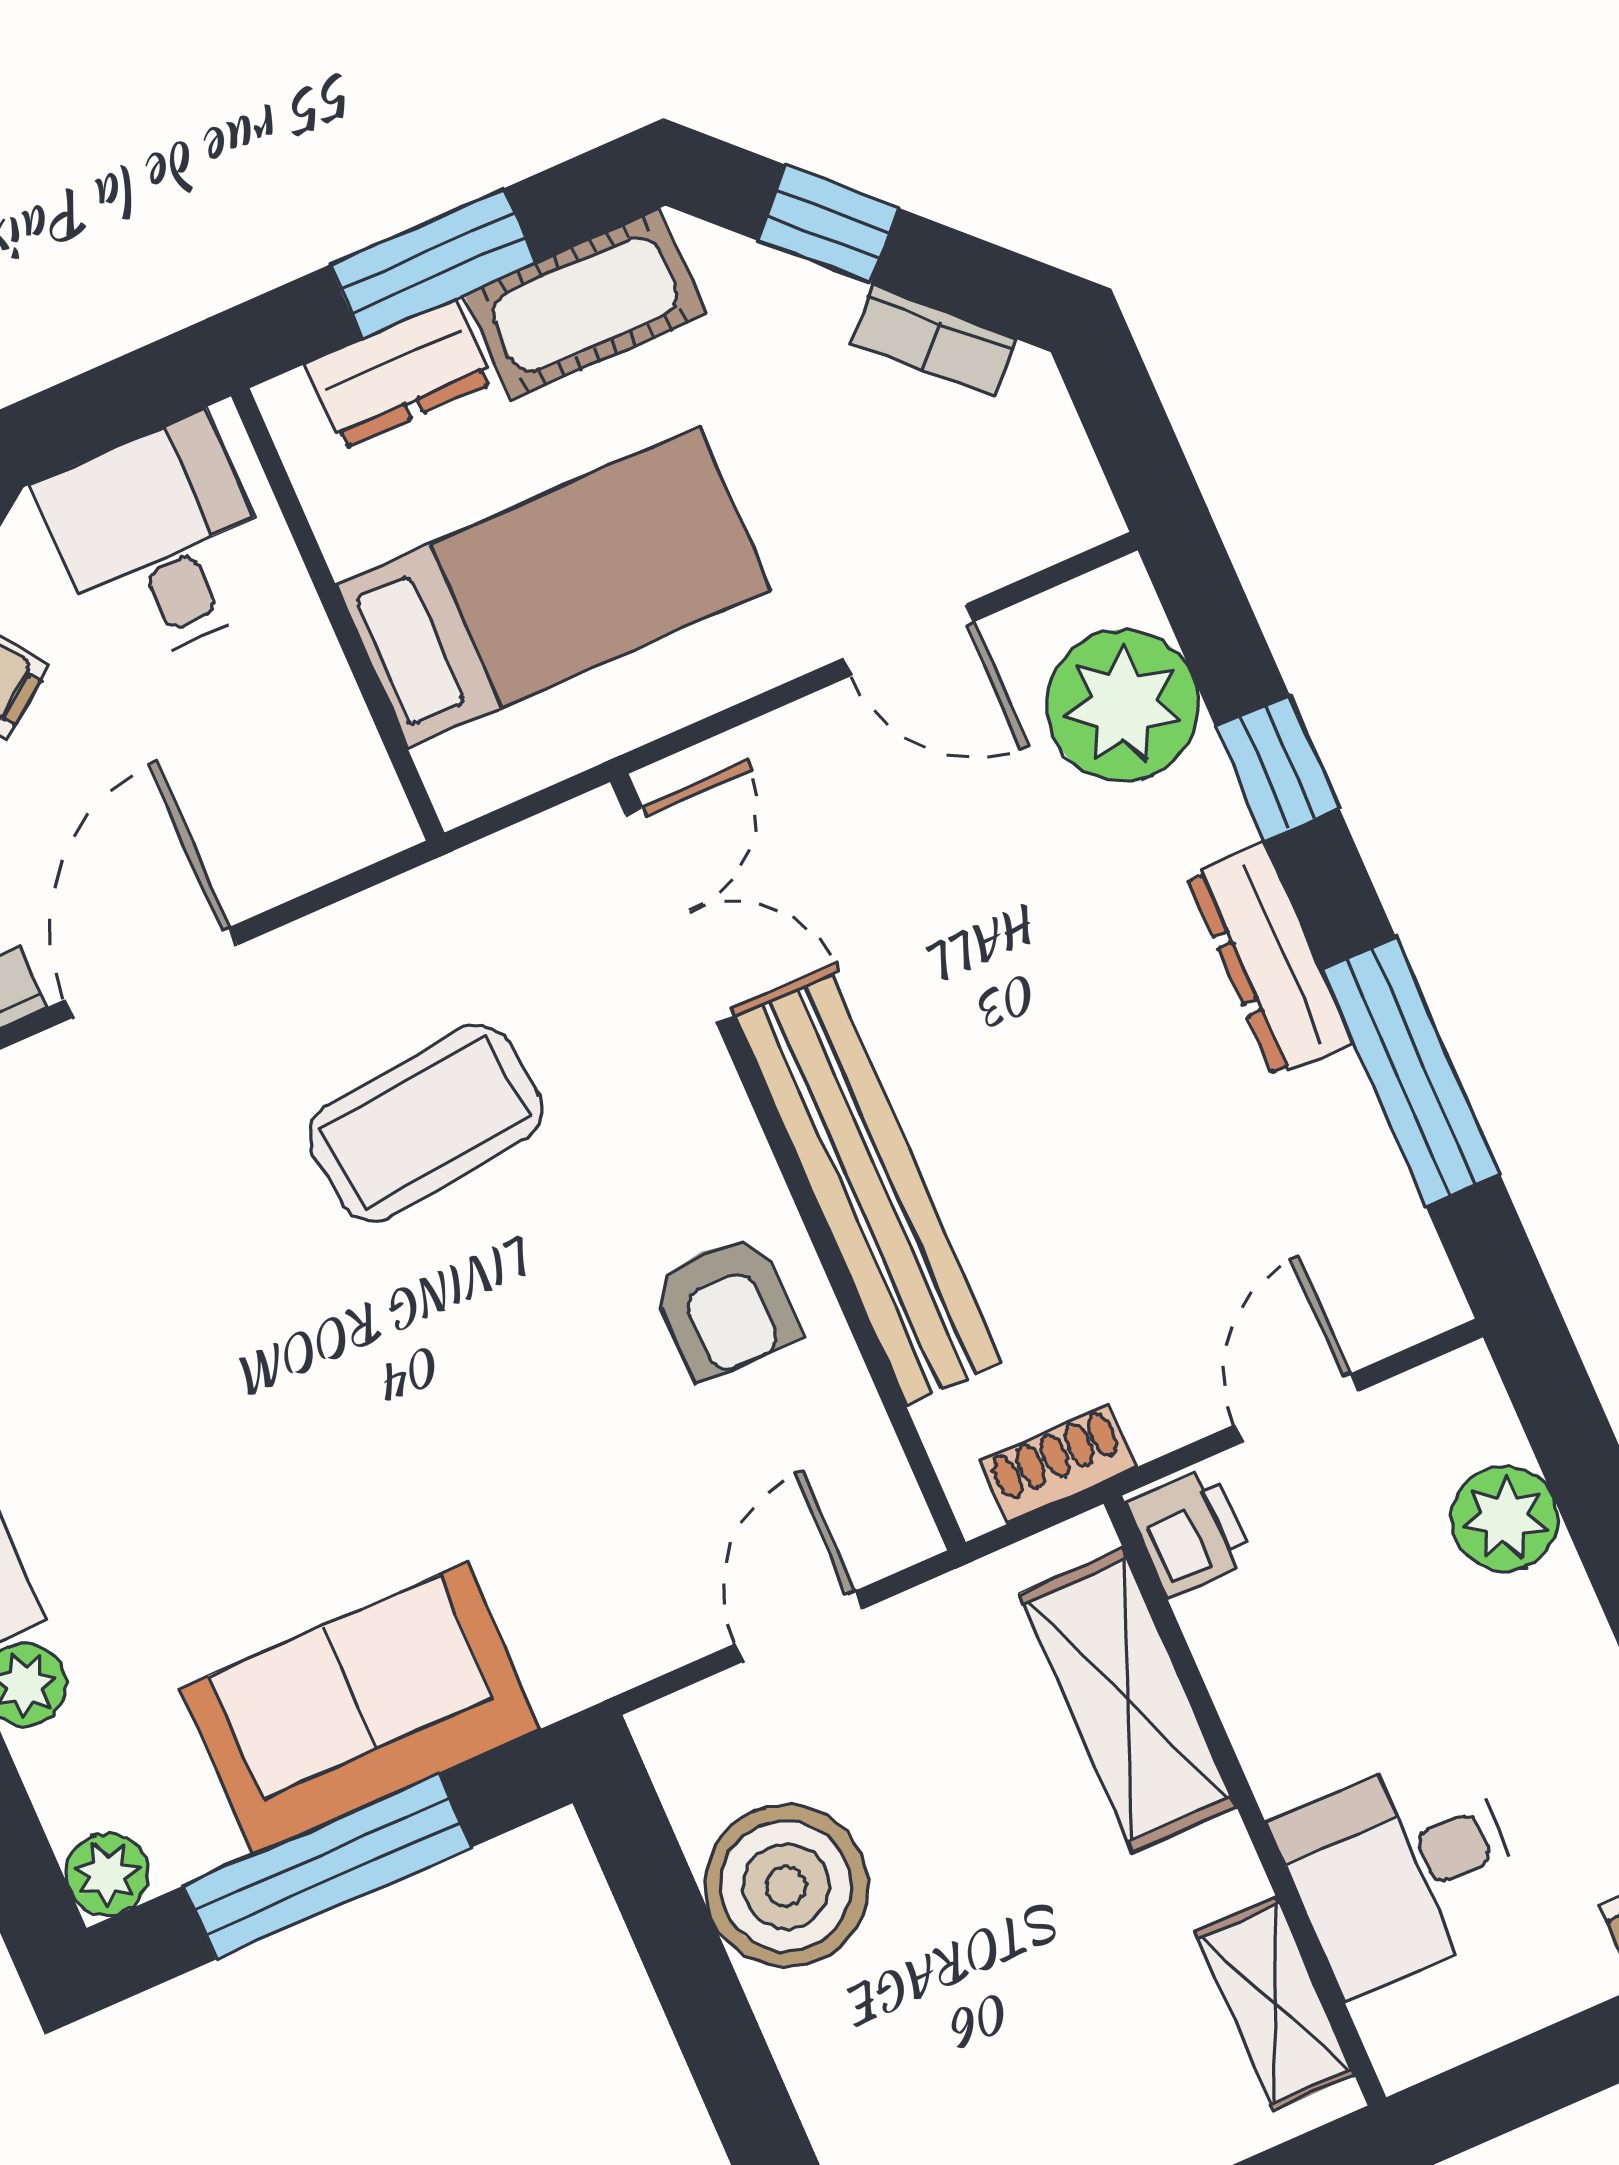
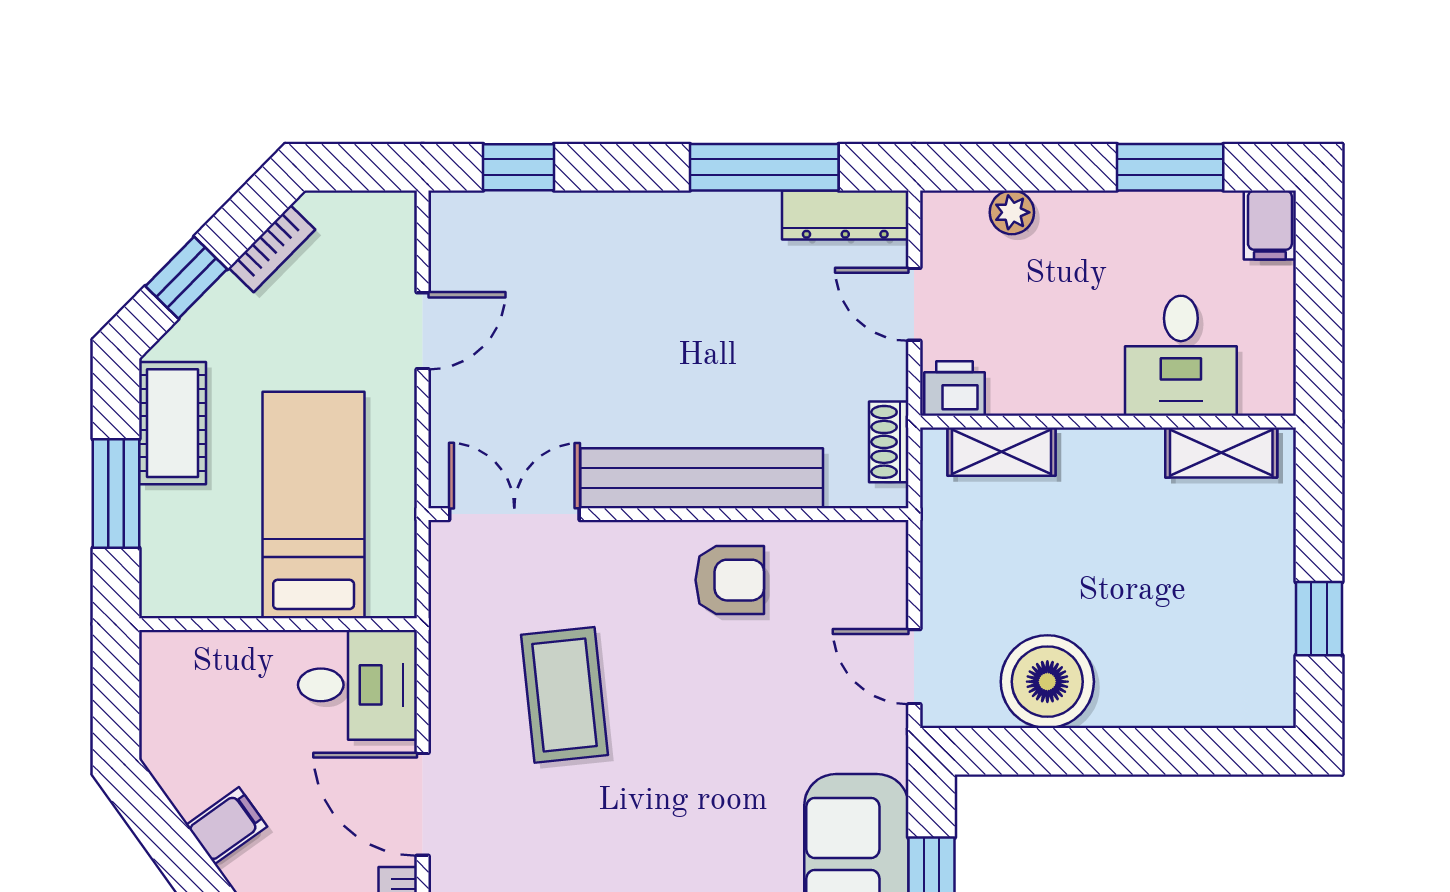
dresser: (399, 374) -> (166, 537), removed
desk: (159, 541) -> (358, 685), moved, turned 180
plant: (1123, 705) -> (506, 234), removed
window: (1277, 768) -> (518, 167), moved
dresser: (1270, 959) -> (845, 215), moved
plant: (1505, 1519) -> (1012, 212), width x0.73, depth x0.73
door: (799, 1626) -> (914, 667), moved
shelving: (1128, 1700) -> (1002, 452), width x0.67, depth x0.75

